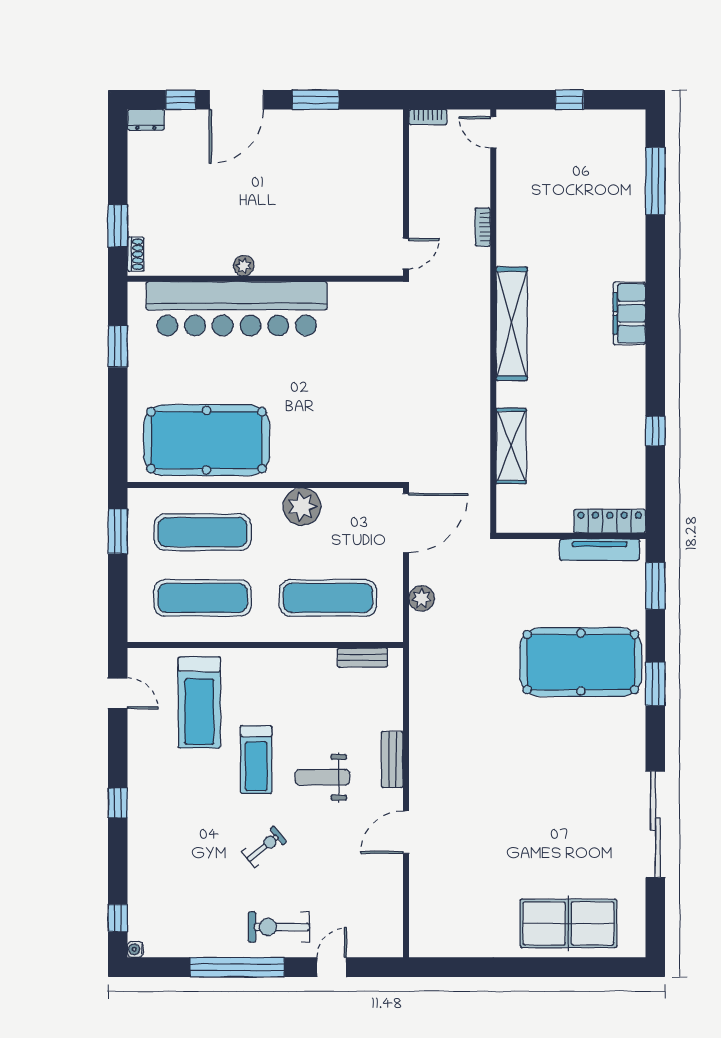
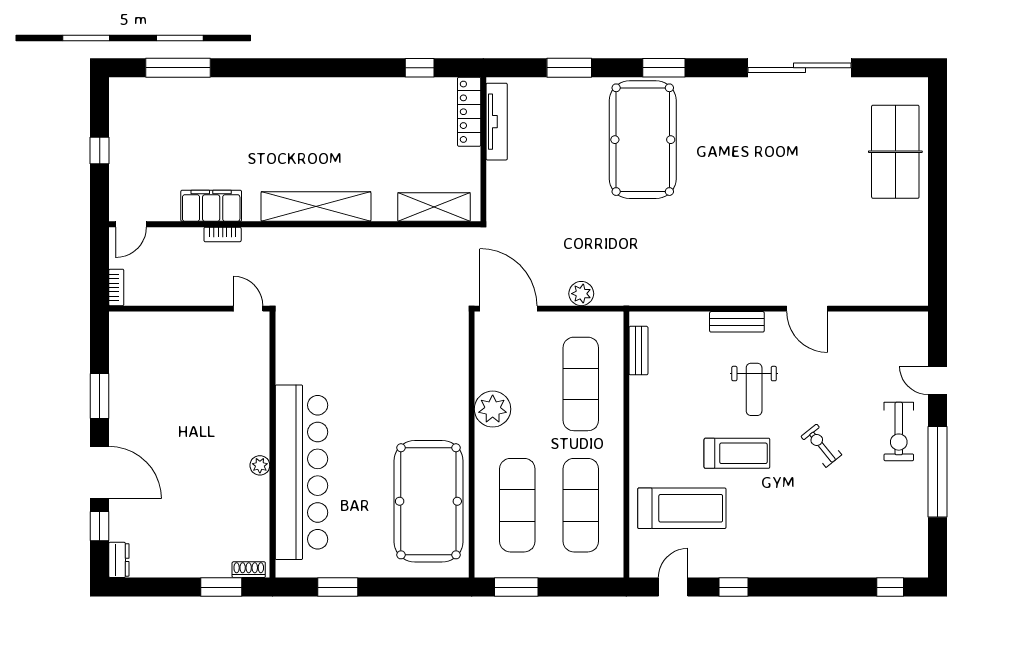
filing cabinet: (629, 313) -> (211, 206), moved, turned 180
locker: (610, 521) -> (469, 112), moved
wall: (571, 536) -> (483, 149), moved
tv unit: (600, 550) -> (497, 122), moved
window: (118, 803) -> (733, 587), moved
water cooler: (135, 949) -> (920, 570), removed

